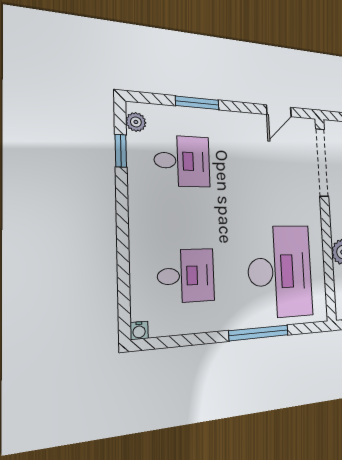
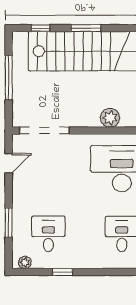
door: (279, 111) -> (9, 163), hinge flipped
window: (121, 151) -> (63, 272), moved

